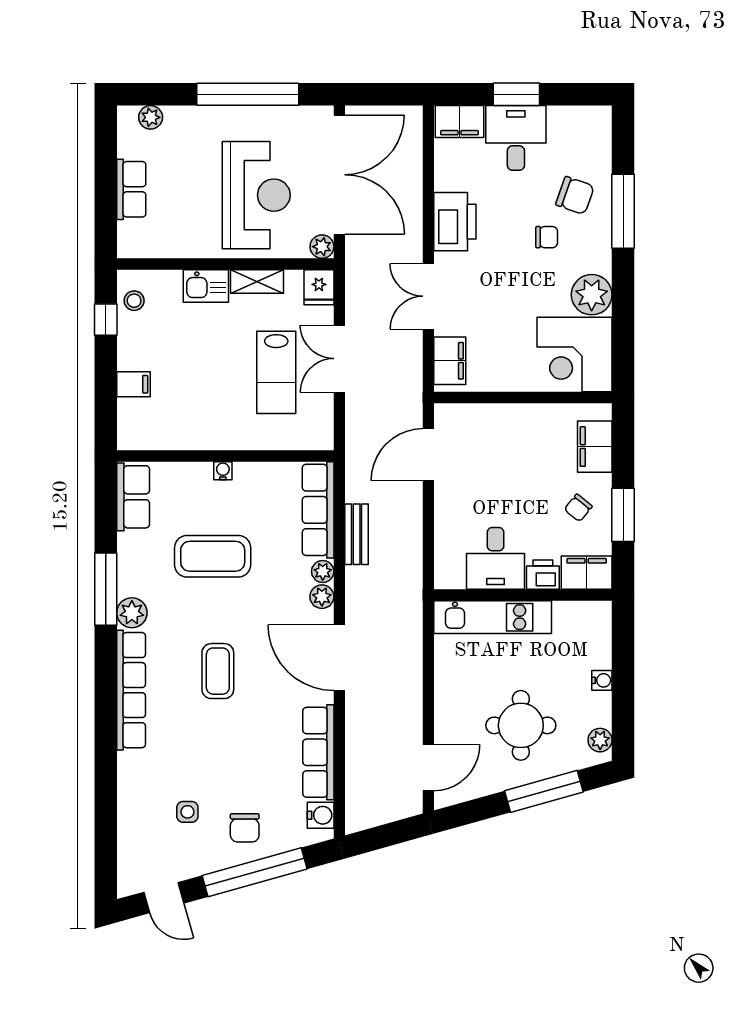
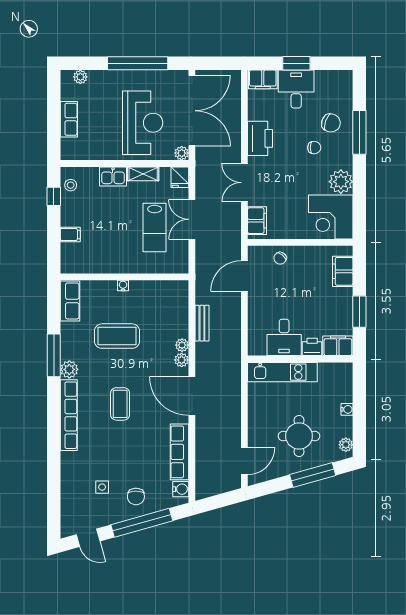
chair: (578, 508) -> (280, 258), moved
row of seats: (318, 510) -> (179, 309), removed

